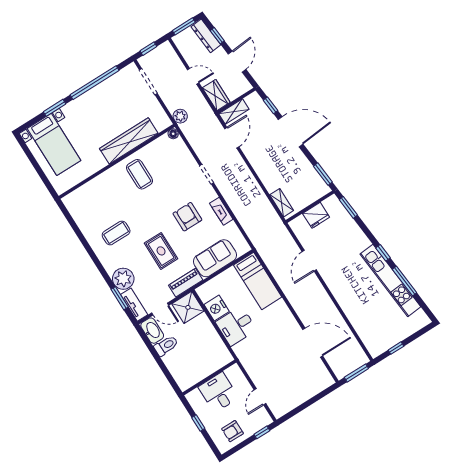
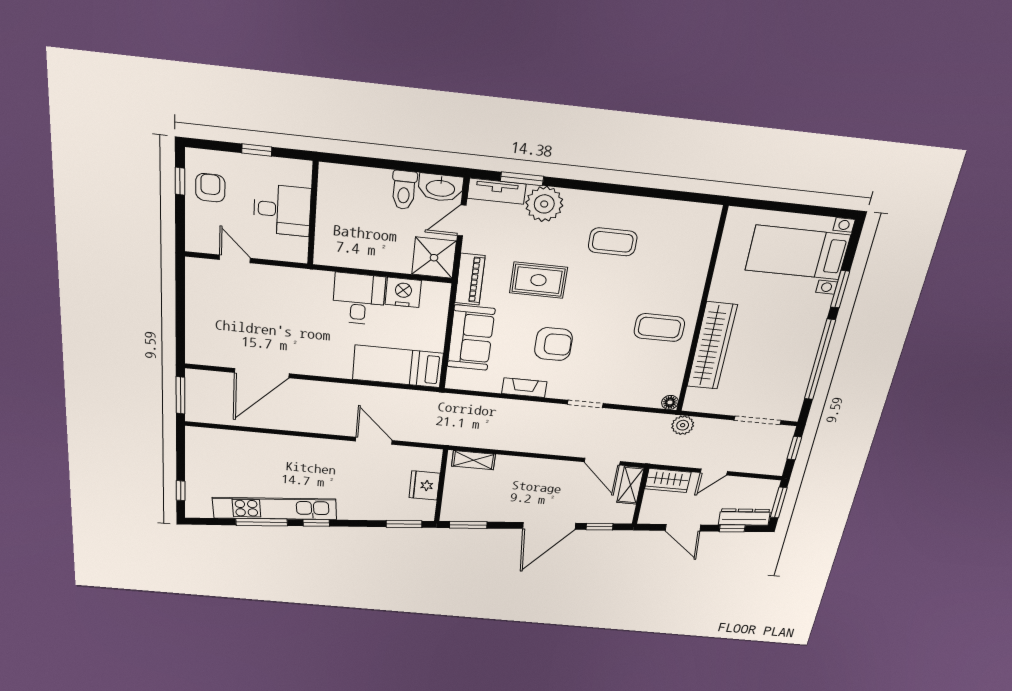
coffee table: (116, 233) -> (613, 242), turned 90
window: (396, 348) -> (181, 491), moved
window: (262, 432) -> (180, 181), moved

